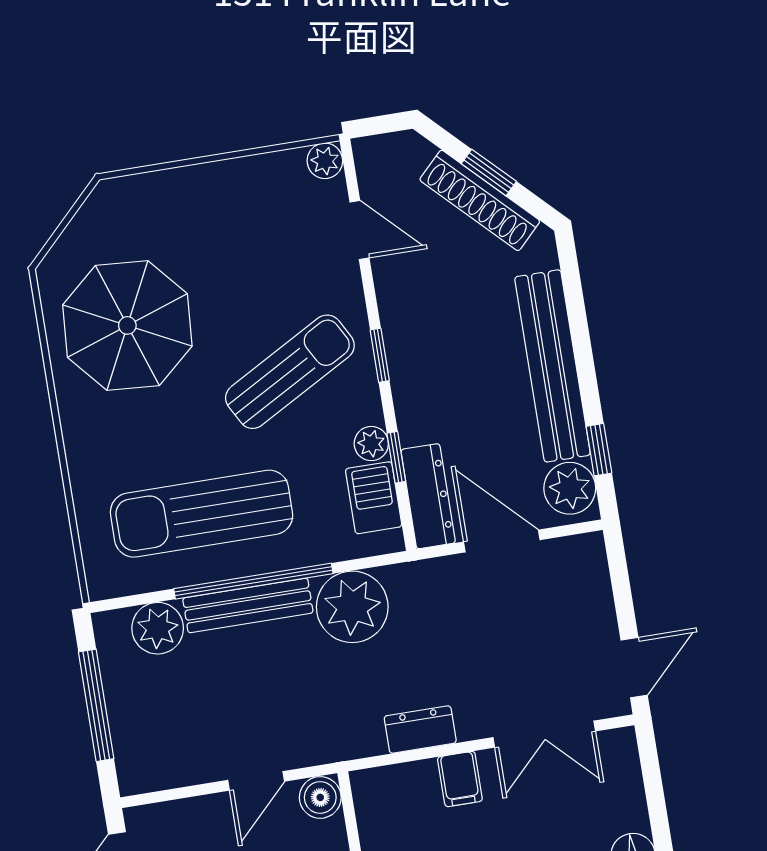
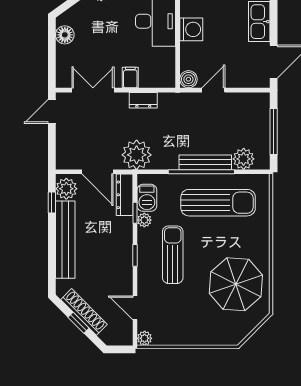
sun lounger: (290, 372) -> (173, 255), turned 119
plant: (352, 607) -> (137, 155), moved

